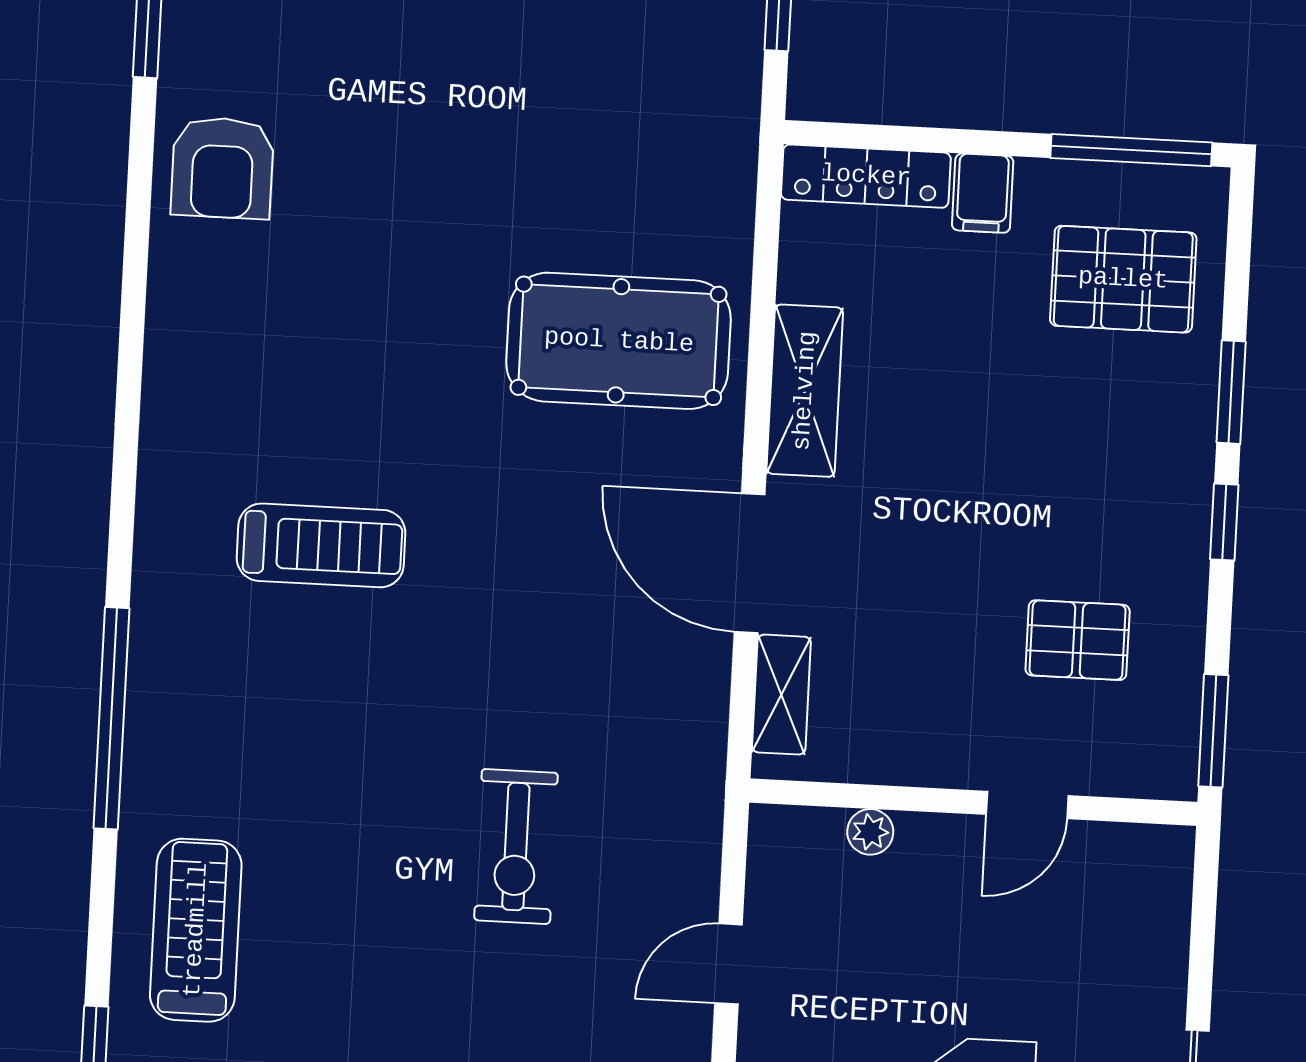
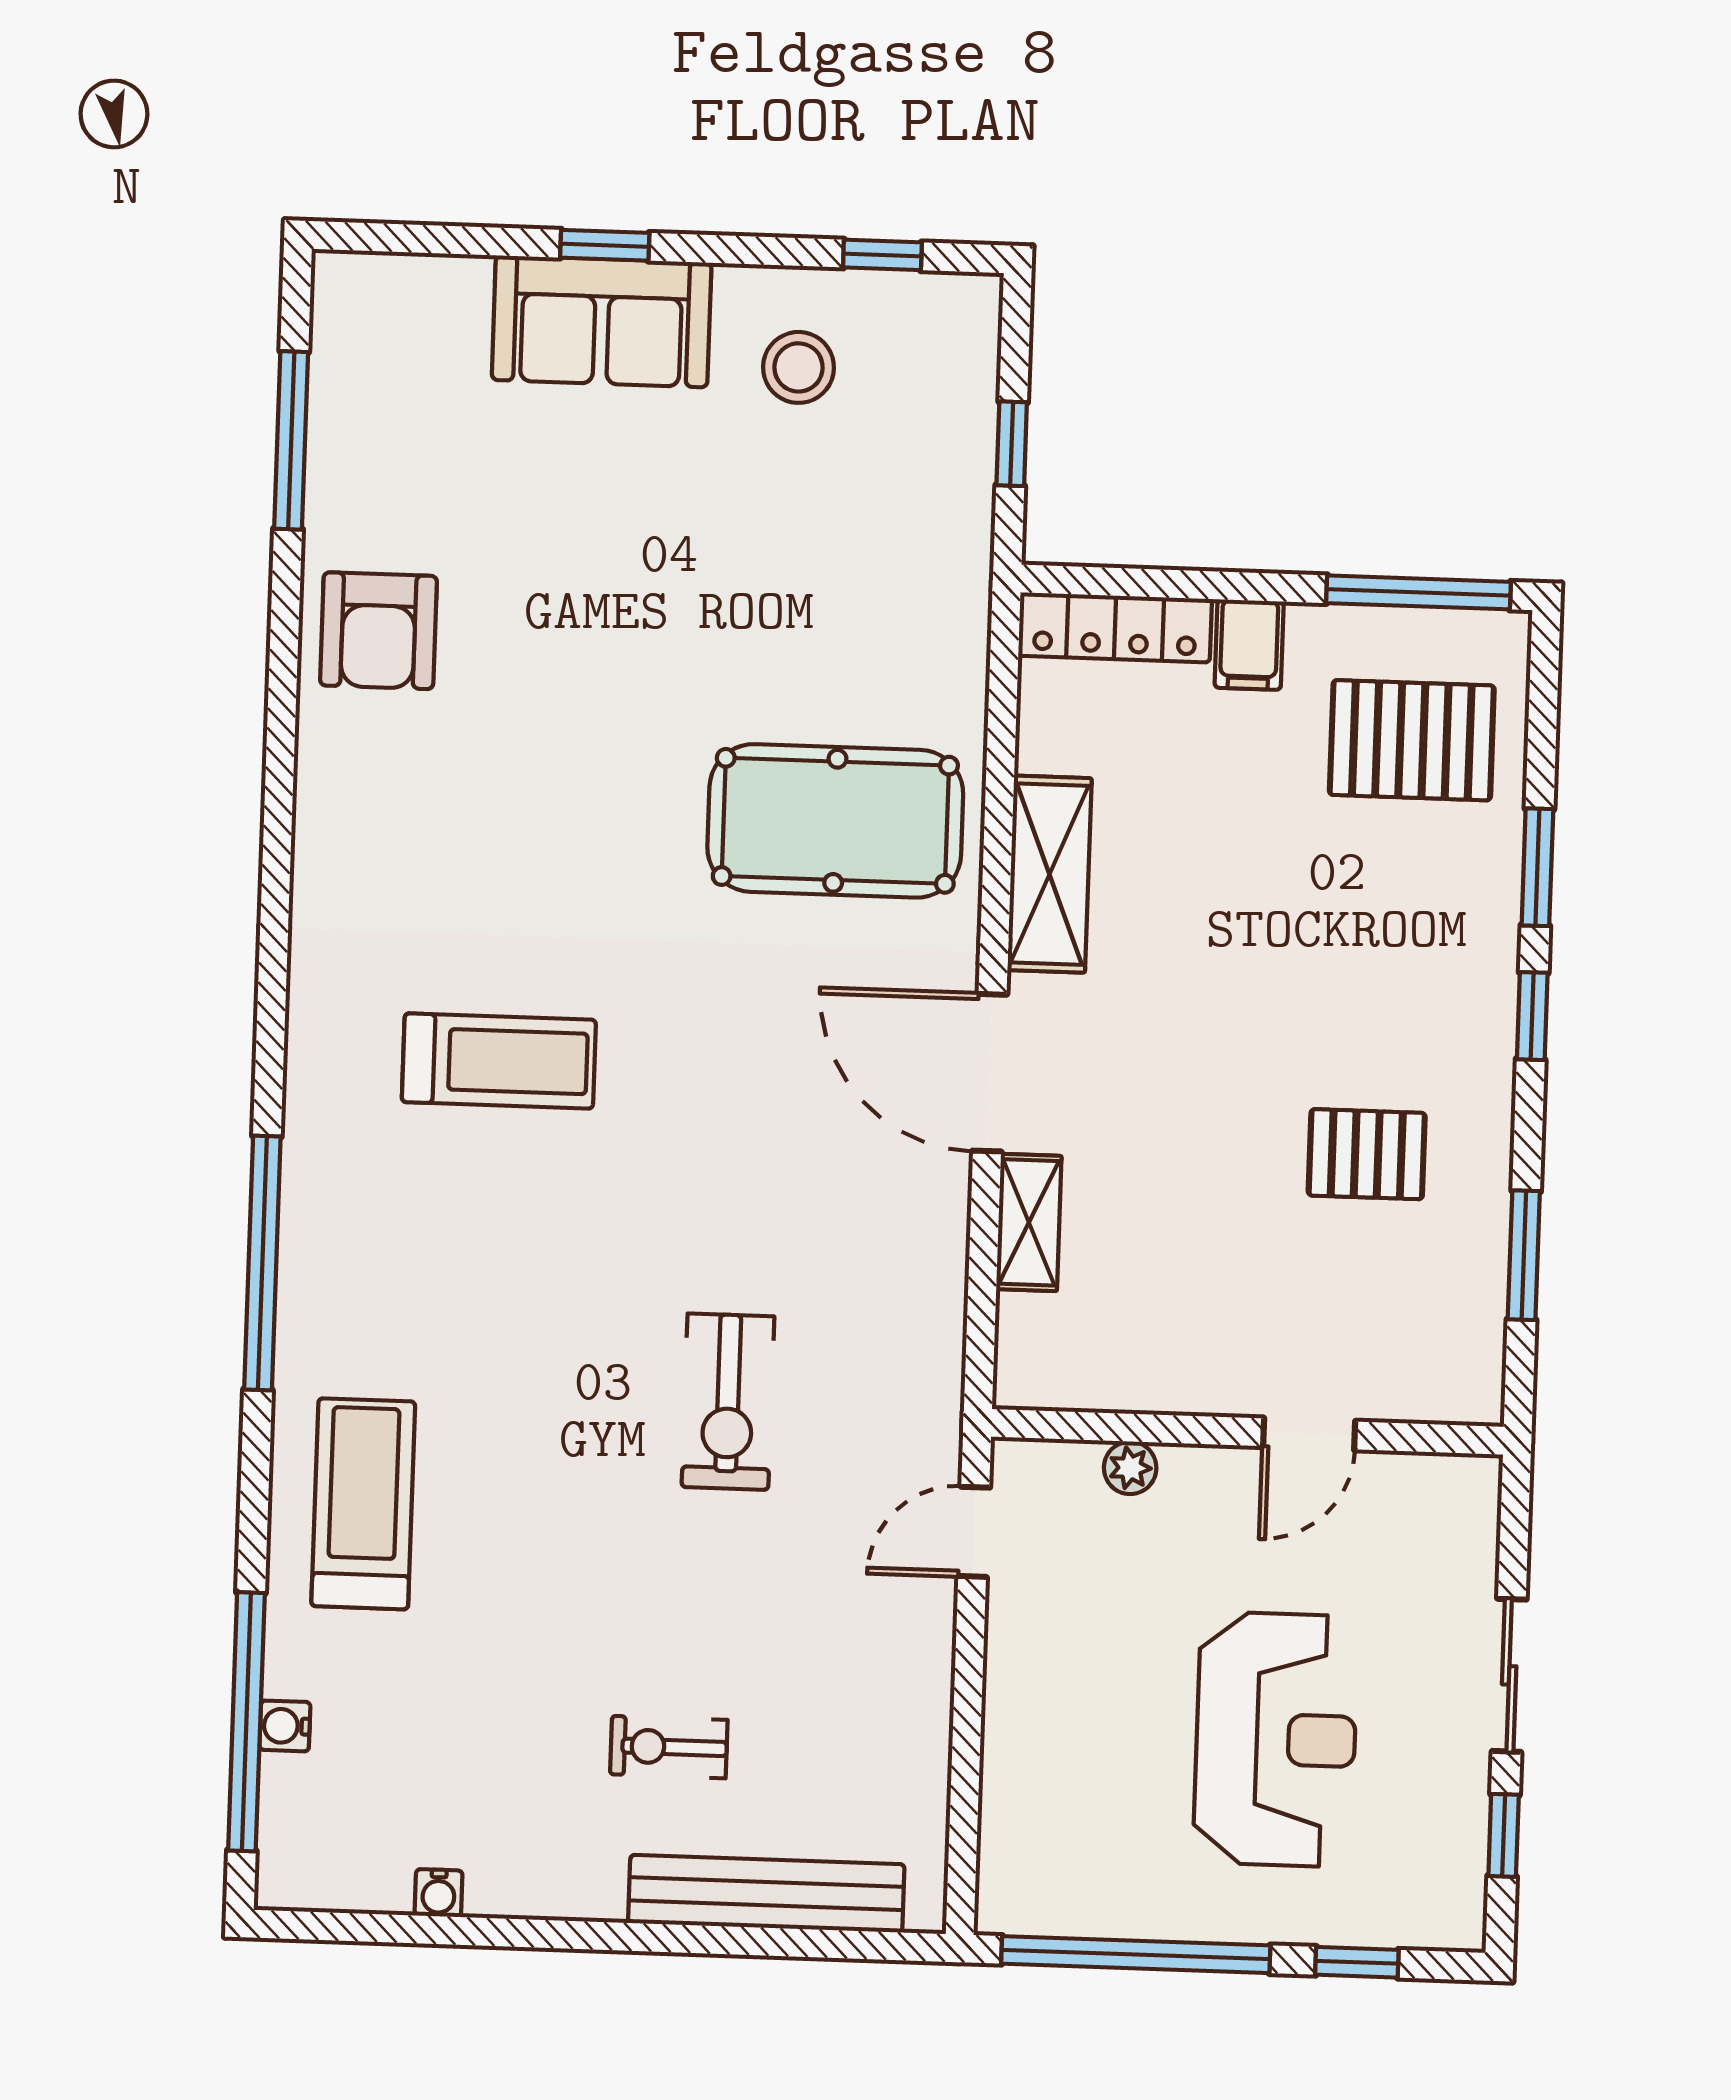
wall: (973, 802) -> (1247, 1432), moved
door: (1027, 805) -> (1309, 1434), moved
plant: (870, 832) -> (1130, 1468), moved

